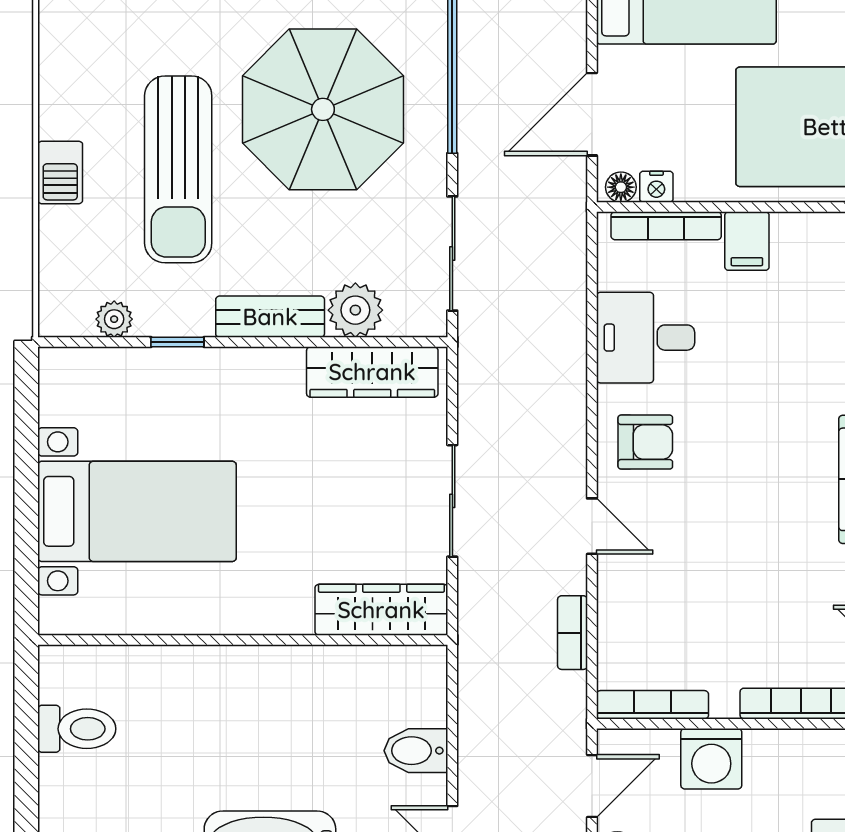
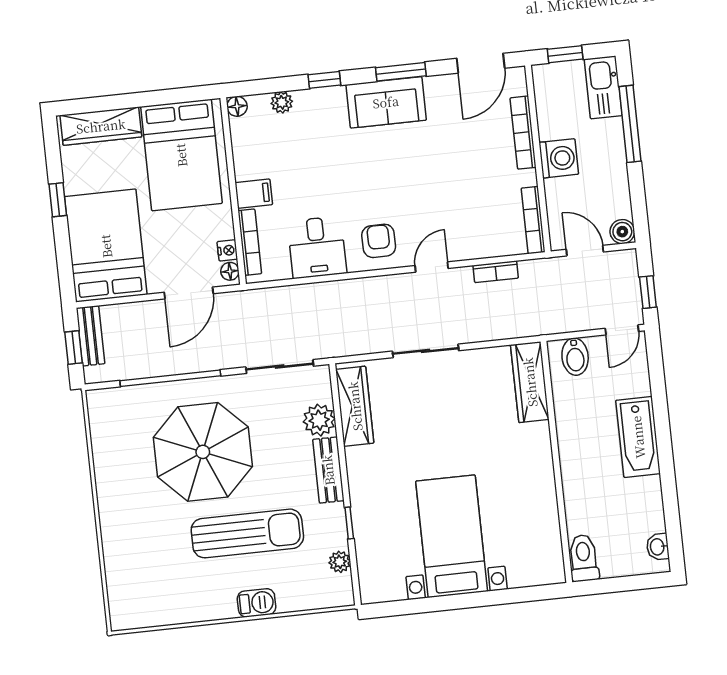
door: (592, 114) -> (189, 293), hinge flipped
wardrobe: (381, 610) -> (530, 382), moved
wall: (243, 640) -> (556, 462), moved
washing machine: (711, 759) -> (559, 158), moved

